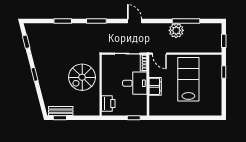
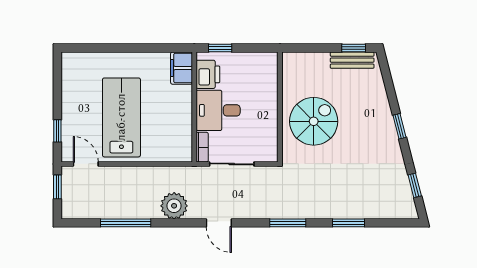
plant: (176, 30) -> (174, 206), moved
door: (159, 54) -> (86, 164), moved
lab bench: (188, 79) -> (121, 117), turned 180
filing cabinet: (155, 86) -> (182, 68), moved
printer: (108, 103) -> (208, 74), moved, turned 180

